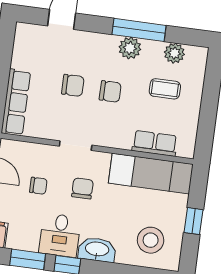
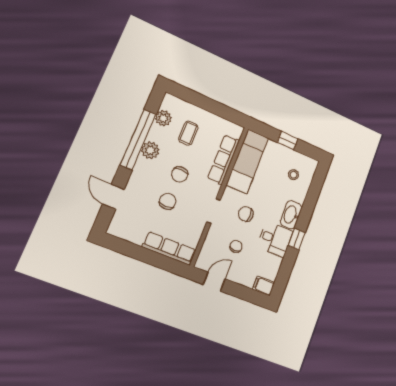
window: (139, 30) -> (138, 140), width x1.46
chair: (110, 91) -> (180, 174), turned 180
row of seats: (155, 143) -> (224, 159), width x1.48
stool: (151, 240) -> (294, 175), width x0.53, depth x0.53
window: (28, 259) -> (286, 267), removed

